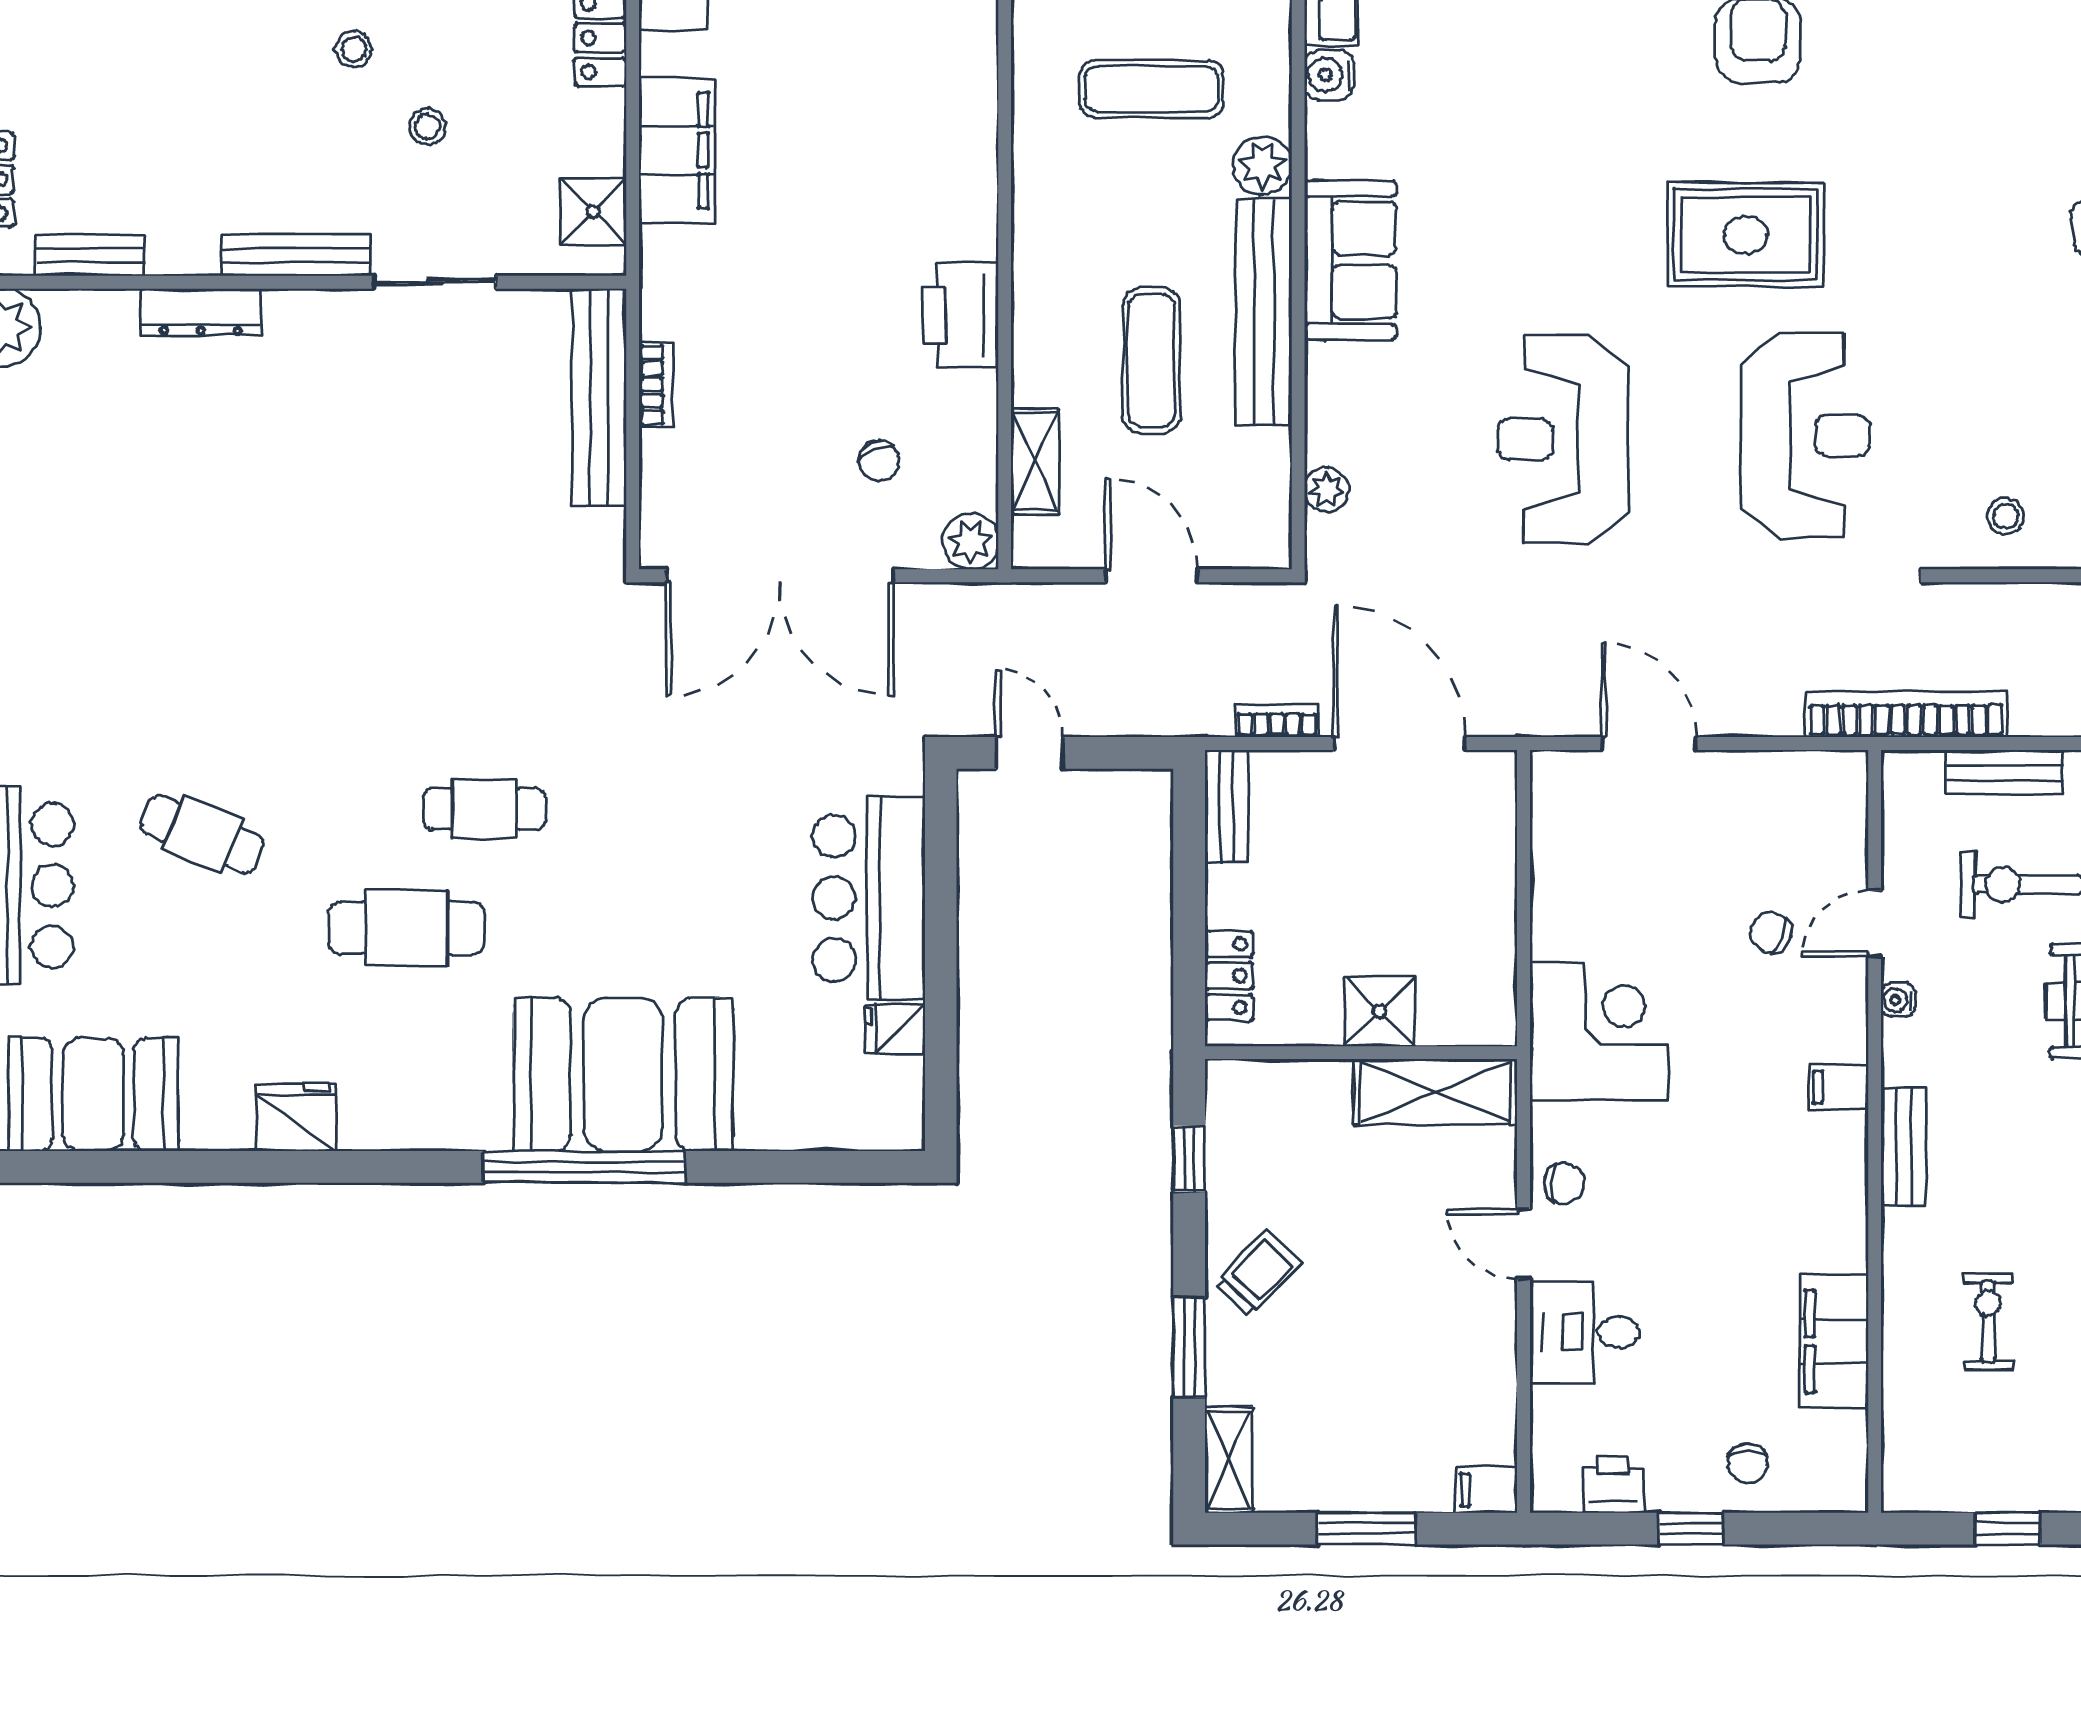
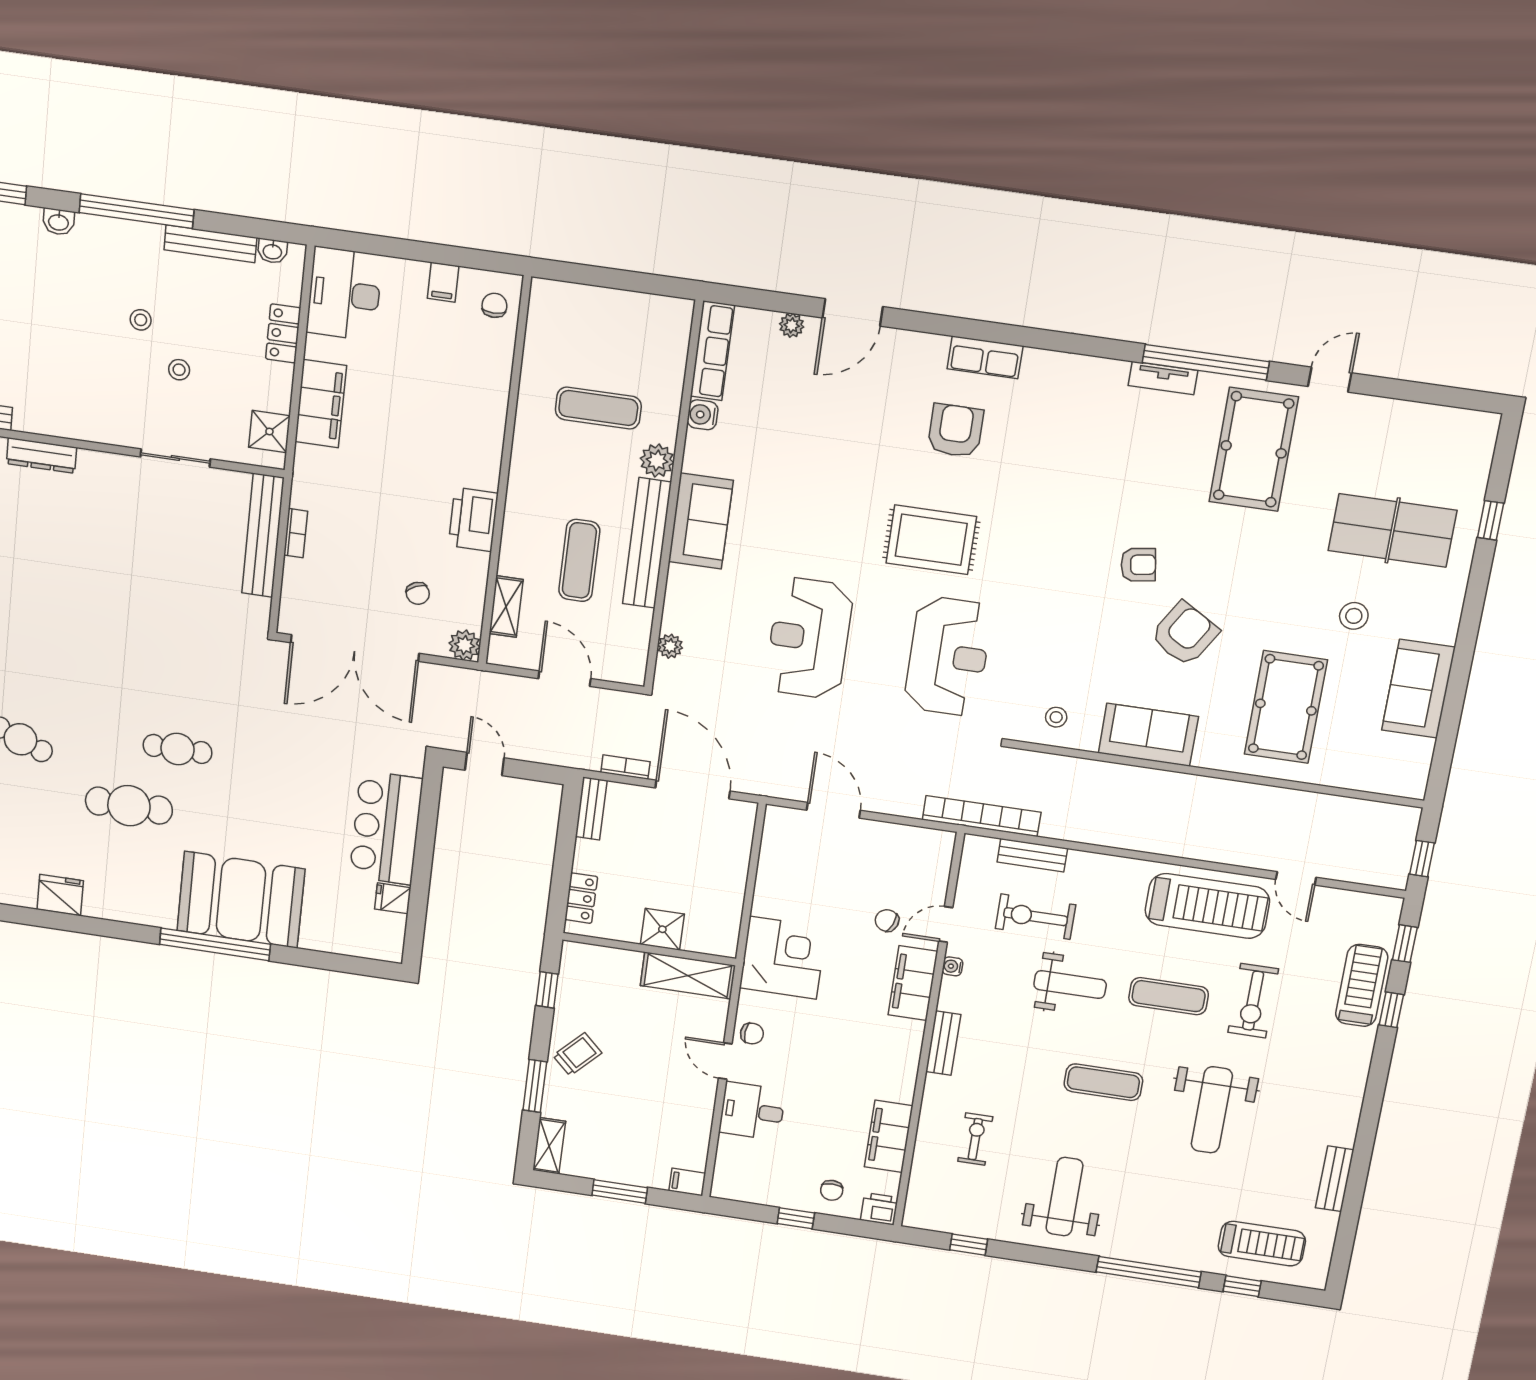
bench: (296, 255) -> (98, 431), removed
filing cabinet: (1839, 1087) -> (913, 983), width x3.00, depth x1.17
printer: (1614, 1485) -> (879, 1209), moved

